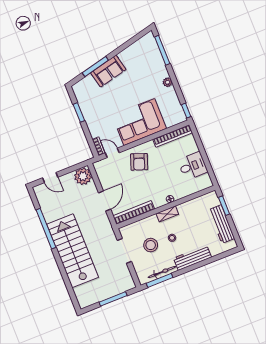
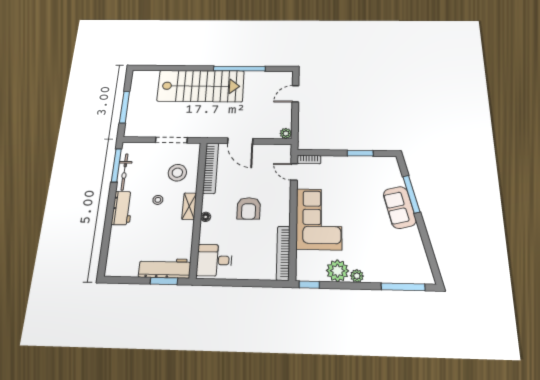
plant: (169, 96) -> (338, 271), added
door: (112, 153) -> (294, 172), swing flipped
armchair: (139, 162) -> (249, 208), moved, turned -110
desk: (193, 166) -> (214, 260), moved, turned 90
plant: (83, 176) -> (286, 133), width x0.53, depth x0.53
workbench: (222, 224) -> (165, 268), moved
stool: (151, 245) -> (177, 173), moved
workbench: (192, 258) -> (122, 208), width x0.73

